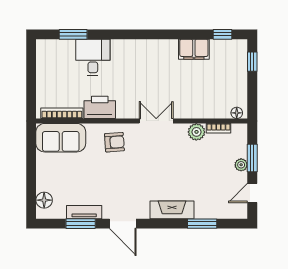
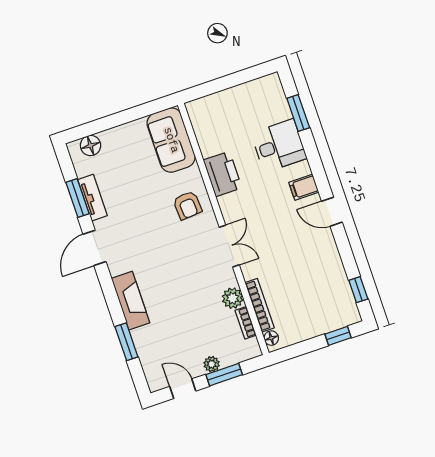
door: (157, 34) -> (332, 212), added
filing cabinet: (194, 49) -> (304, 187), moved, width x0.50
bookcase: (62, 113) -> (260, 305), moved

